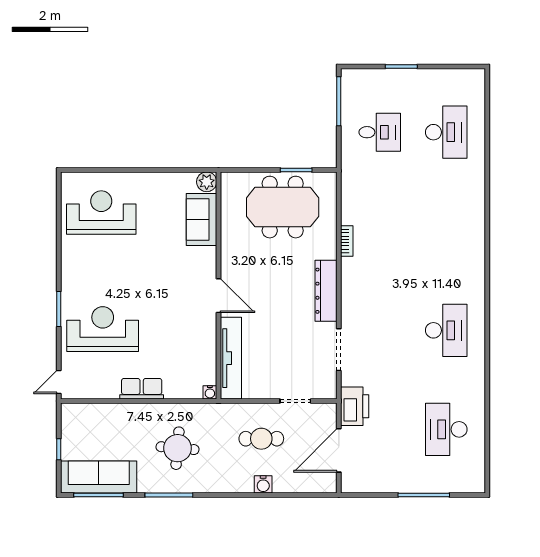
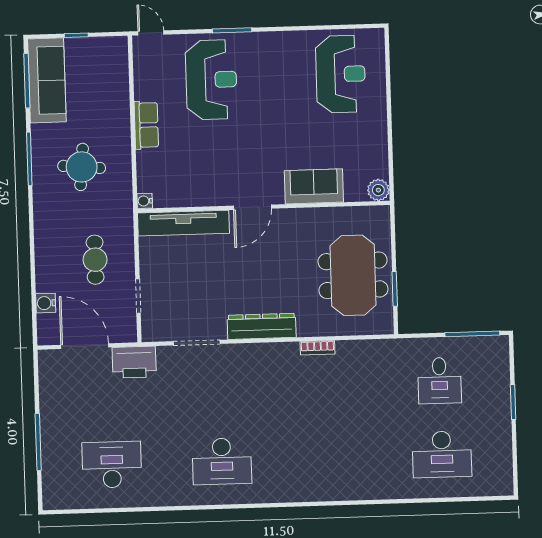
sofa: (202, 219) -> (314, 186), moved
water cooler: (263, 484) -> (46, 303), moved

